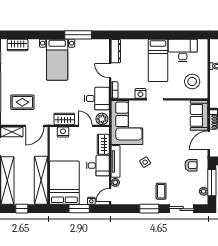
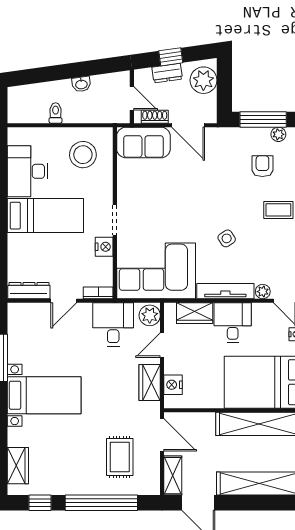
armchair: (191, 165) -> (262, 166), moved

